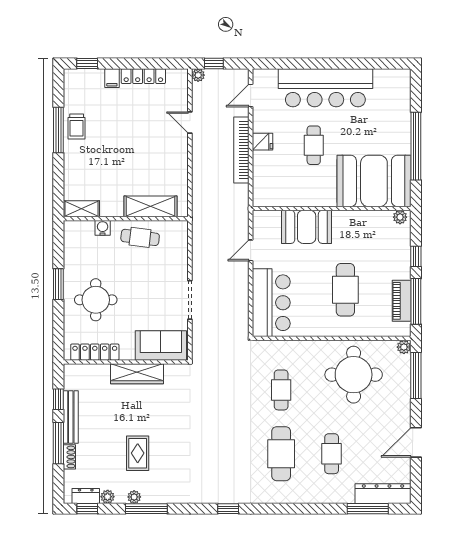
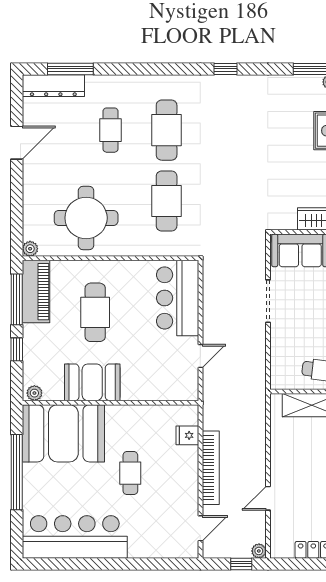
bar counter: (325, 88) -> (75, 537), moved
door: (190, 123) -> (268, 498), swing flipped
fridge: (262, 142) -> (187, 435), moved
booth: (307, 227) -> (92, 382), moved
piano: (402, 301) -> (36, 292), width x1.37, depth x1.33
window: (416, 375) -> (17, 217), removed
cafe table: (281, 390) -> (167, 201), width x1.37, depth x1.35

